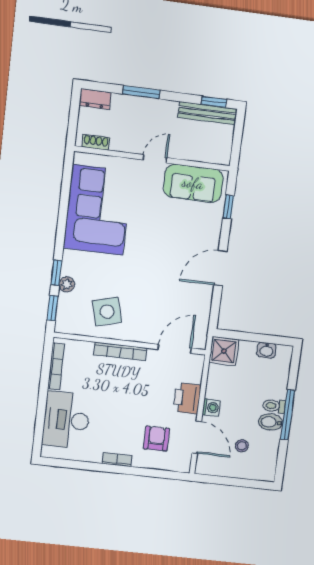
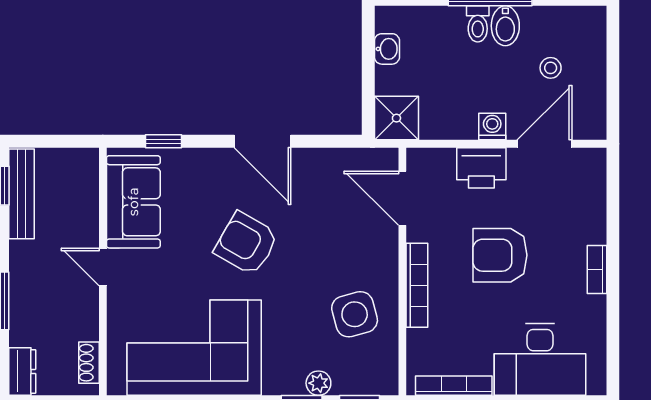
armchair: (159, 250) -> (246, 243), added
armchair: (156, 439) -> (500, 255), moved, width x1.38, depth x1.38

